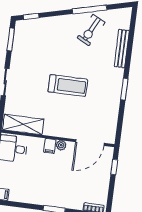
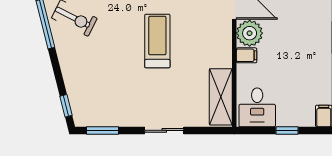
plant: (61, 145) -> (250, 33), width x1.87, depth x1.87

